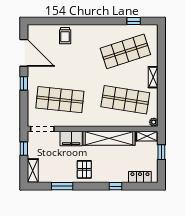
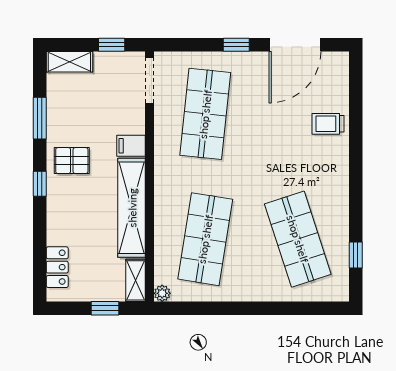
shelving: (153, 77) -> (248, 292), removed
filing cabinet: (71, 138) -> (131, 146), width x0.50
window: (116, 186) -> (40, 184), moved

